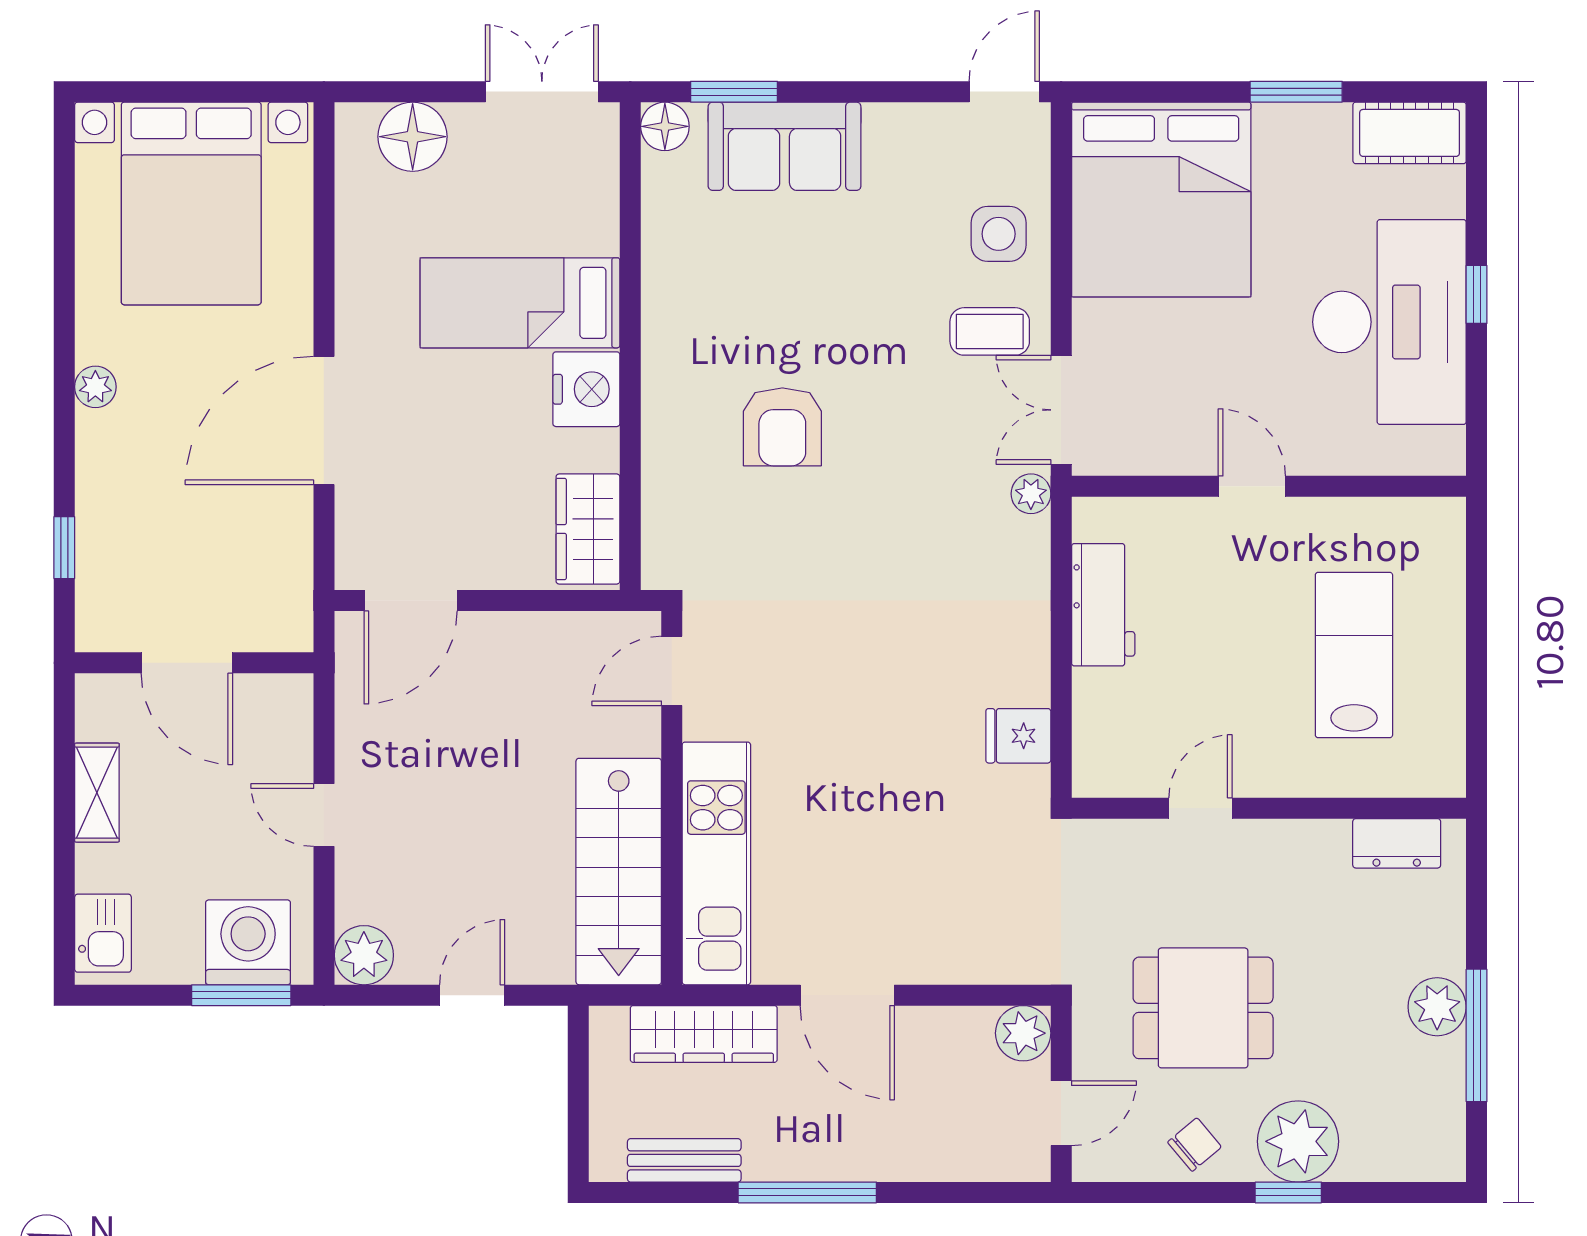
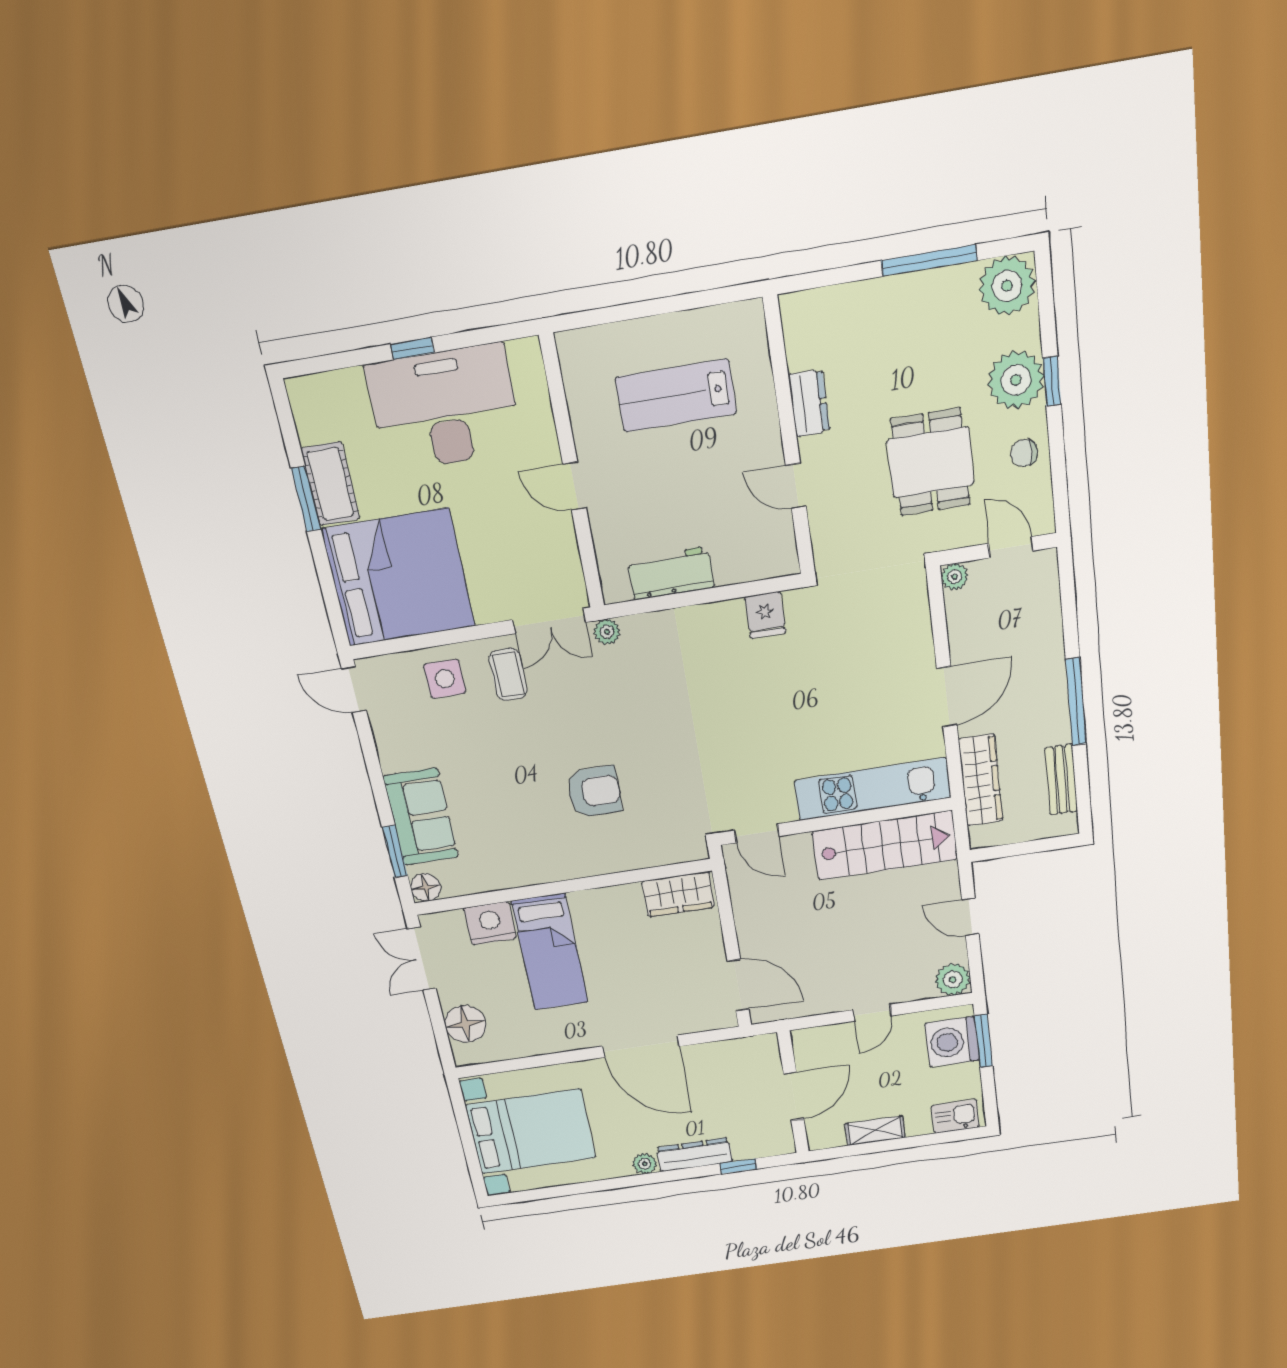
cot: (1410, 133) -> (331, 484), moved
nightstand: (586, 389) -> (490, 923), moved
dresser: (100, 476) -> (694, 1155), added
door: (1252, 486) -> (575, 486), hinge flipped
dresser: (1397, 843) -> (809, 403), moved
plant: (1437, 1007) -> (1007, 286), moved, width x1.36, depth x1.36
plant: (1023, 1033) -> (954, 577), width x0.73, depth x0.73
chair: (1195, 1144) -> (1024, 453), turned -50

